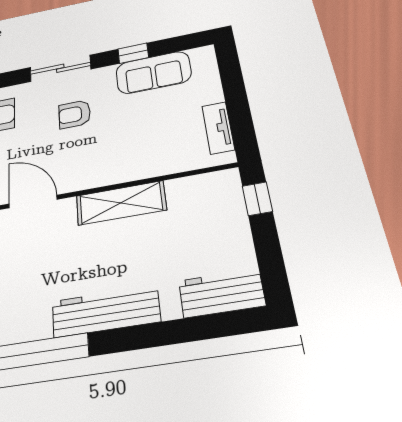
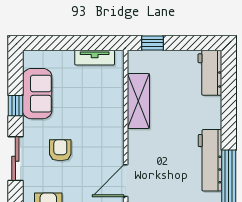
armchair: (75, 114) -> (60, 150), turned 180
shelving: (121, 203) -> (138, 101), moved
workbench: (106, 311) -> (210, 160), moved

